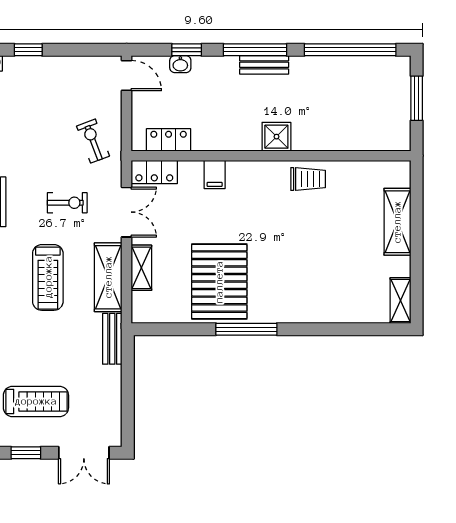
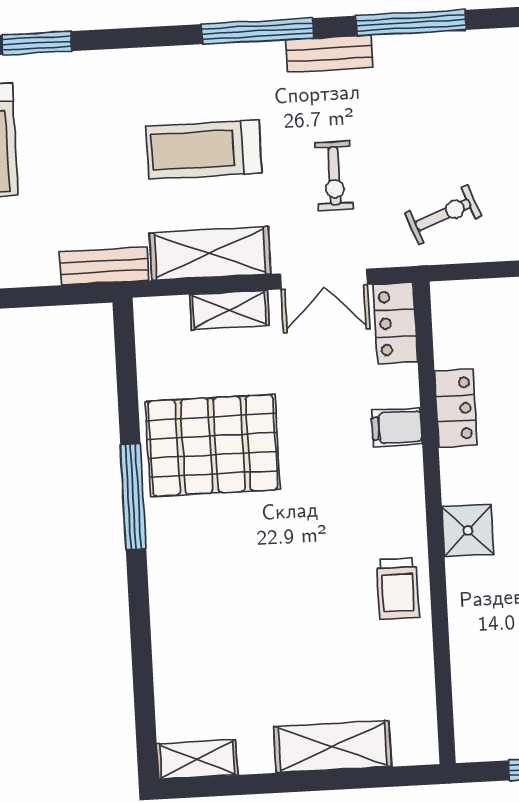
locker: (169, 140) -> (456, 408), moved

